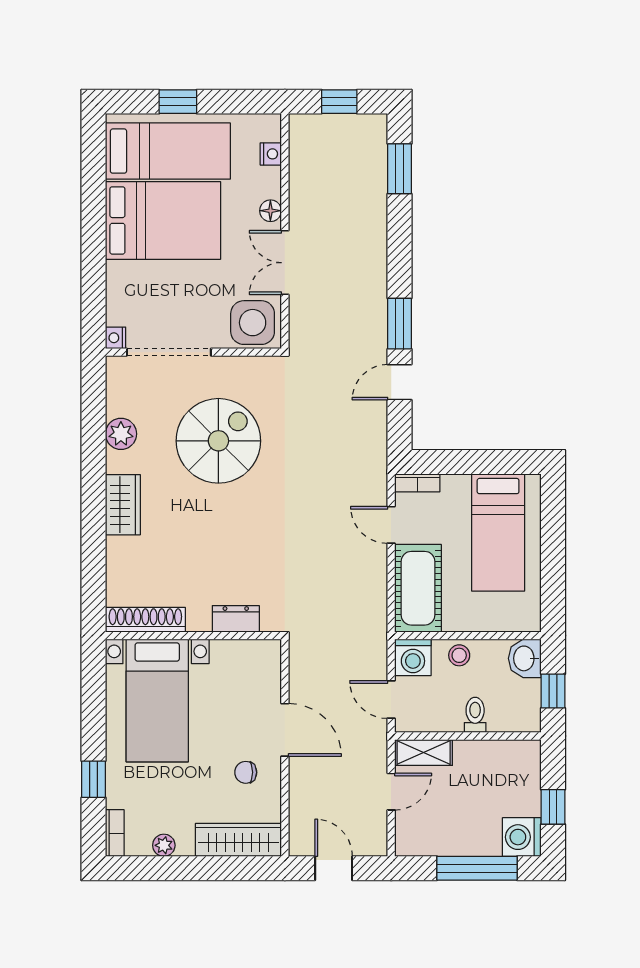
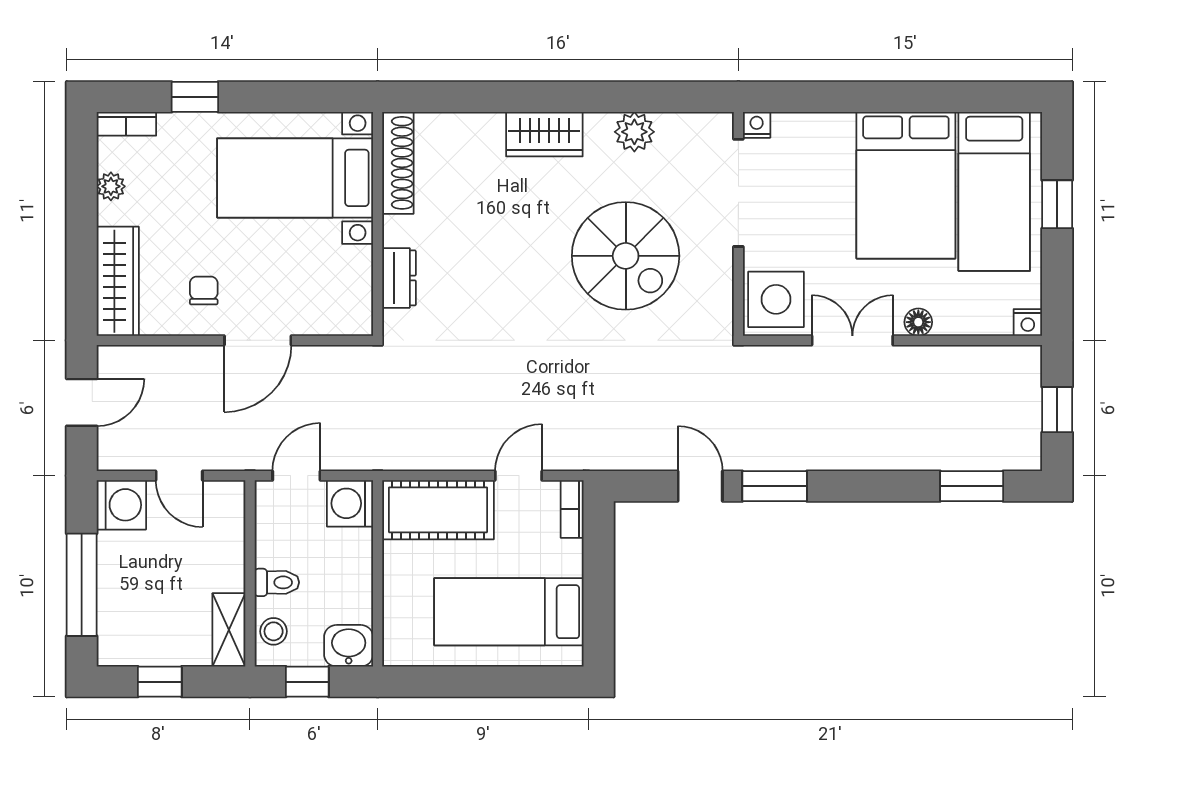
nightstand: (271, 154) -> (1028, 322), moved
stool: (459, 655) -> (274, 631), moved
shelving: (424, 752) -> (229, 630), moved
washing machine: (522, 837) -> (121, 505), moved, turned 90

